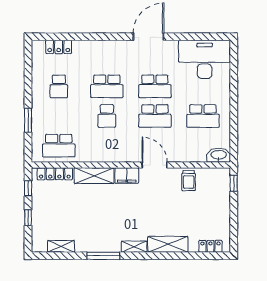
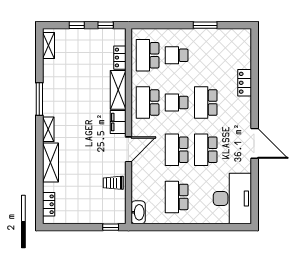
locker: (59, 47) -> (245, 83), moved
school desk: (59, 86) -> (177, 55), moved
window: (28, 120) -> (205, 25), moved
school desk: (107, 146) -> (148, 103), added
locker: (55, 174) -> (120, 58), width x0.66
shelving: (61, 246) -> (49, 45), moved

